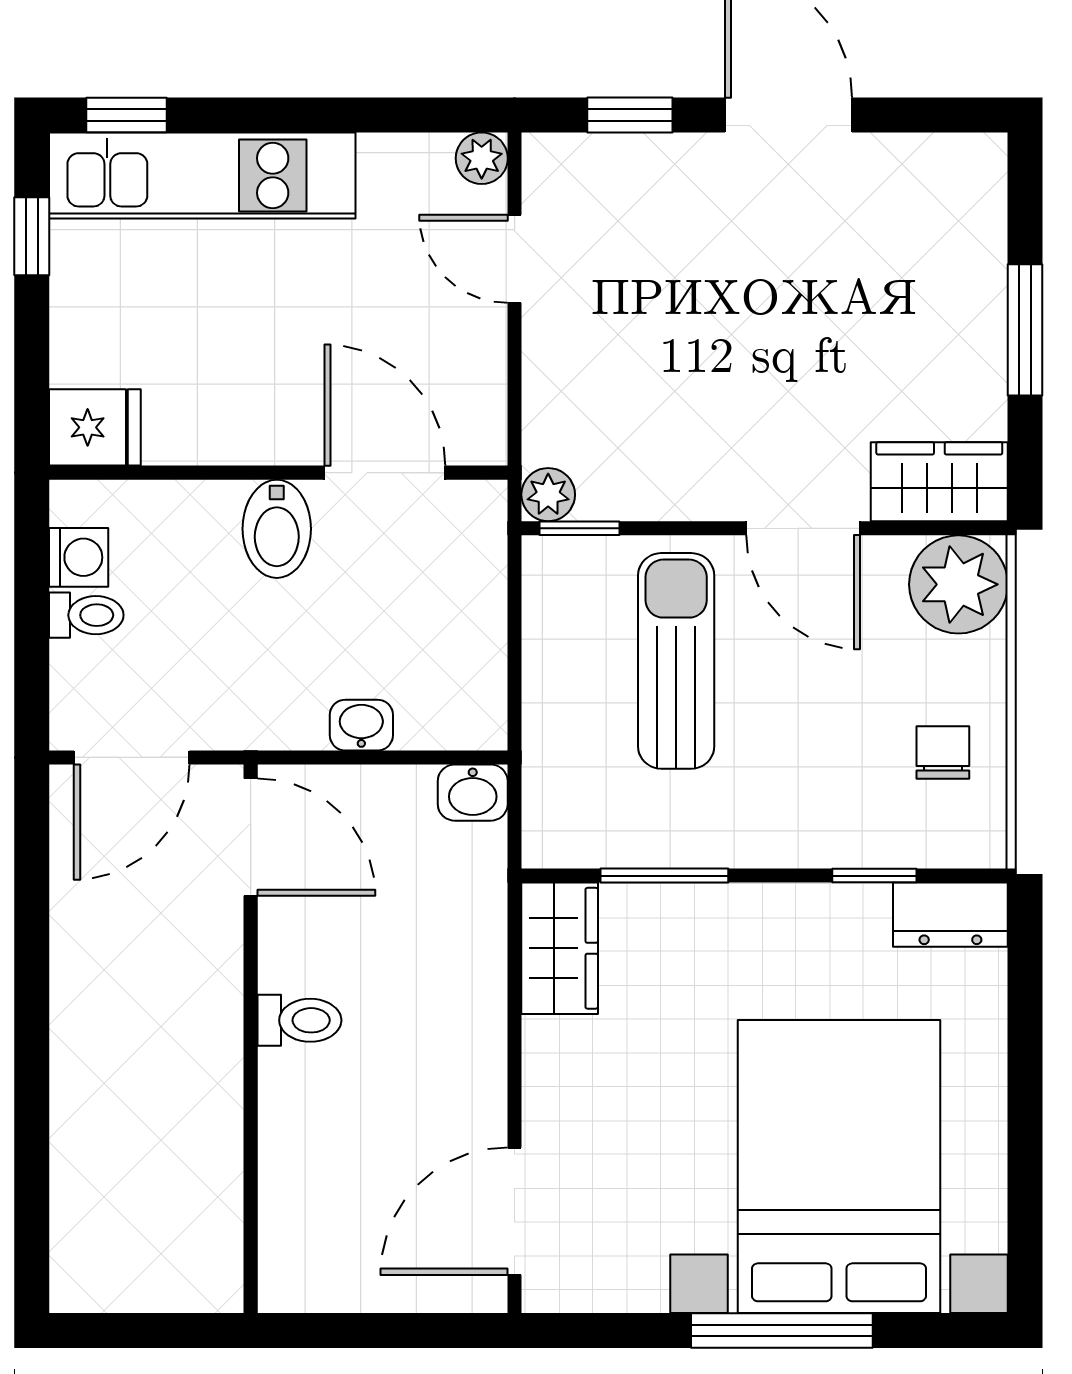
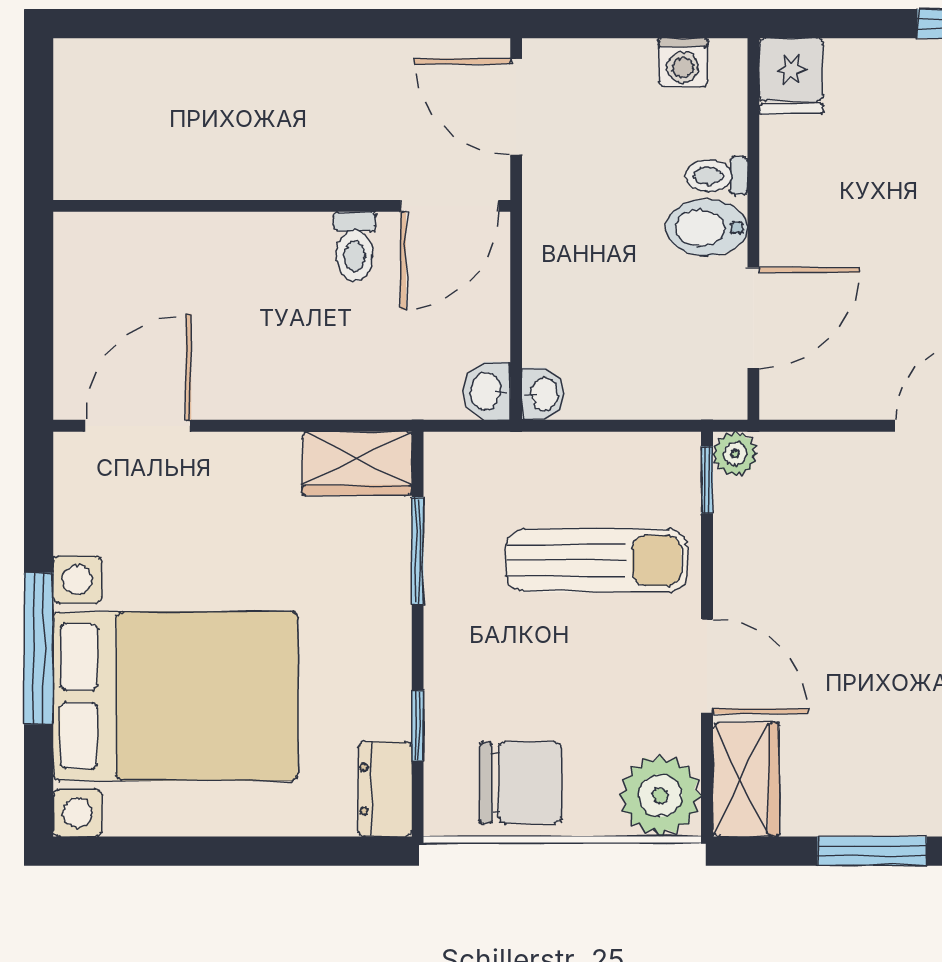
door: (803, 528) -> (707, 666), swing flipped
toilet: (86, 615) -> (717, 176), moved, turned 90
washbasin: (361, 725) -> (543, 394), moved
chair: (943, 752) -> (520, 783), width x1.87, depth x1.87
toilet: (299, 1020) -> (355, 247), moved
door: (515, 1211) -> (138, 426), hinge flipped

